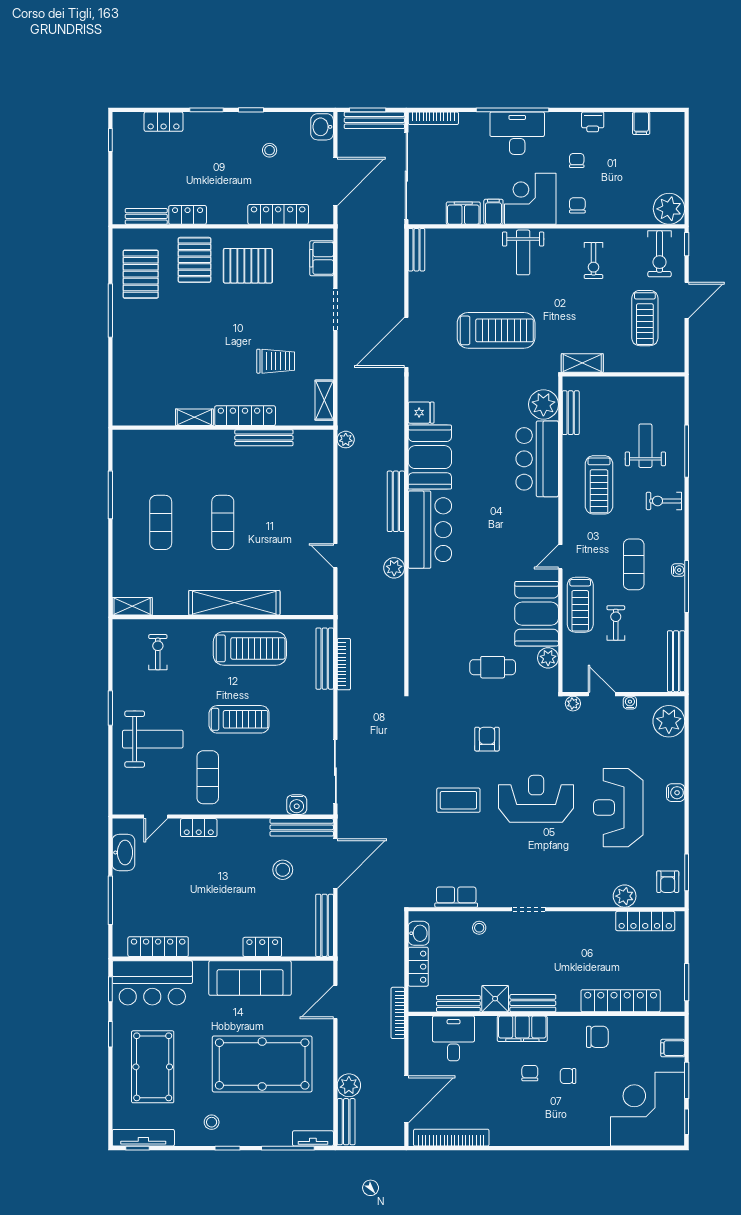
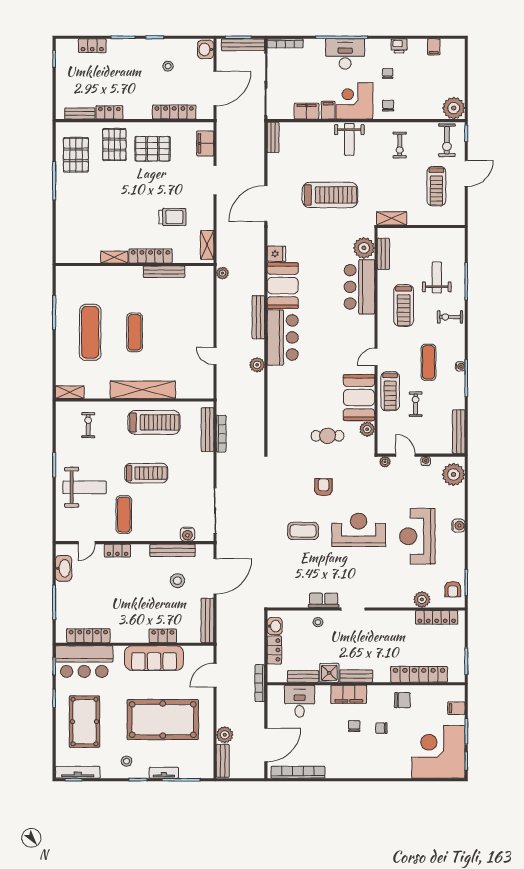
exercise mat: (161, 522) -> (90, 332), width x1.36, depth x1.45
bench: (302, 827) -> (172, 550), moved
row of seats: (456, 897) -> (324, 600), moved
tv unit: (313, 1138) -> (164, 773), moved

